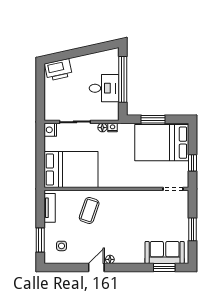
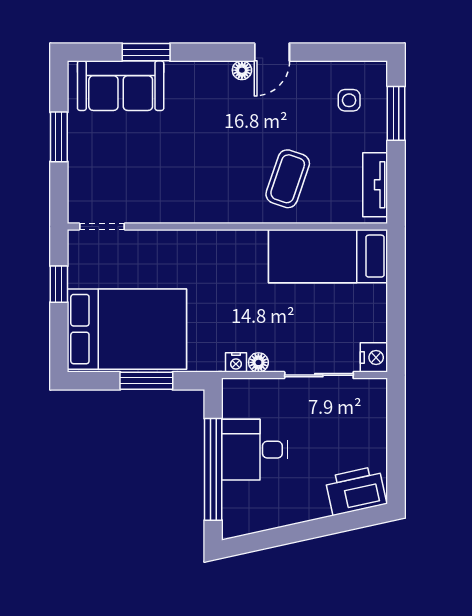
bed: (71, 170) -> (328, 256), width x0.67
window: (164, 268) -> (146, 52), moved

